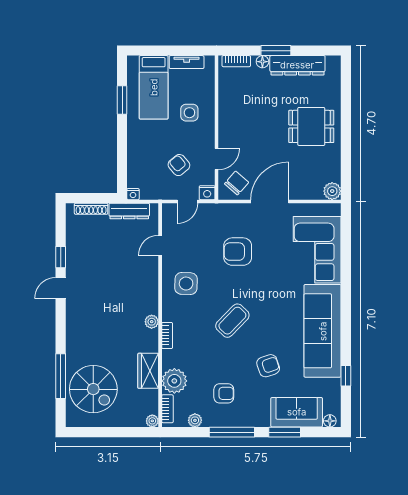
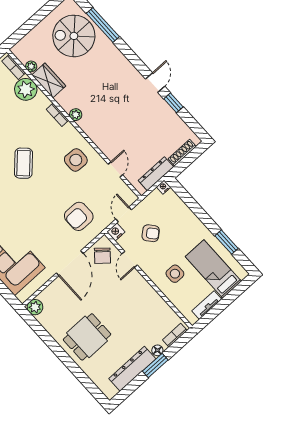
armchair: (238, 252) -> (79, 216), moved, turned 180
plant: (152, 421) -> (31, 66), moved

